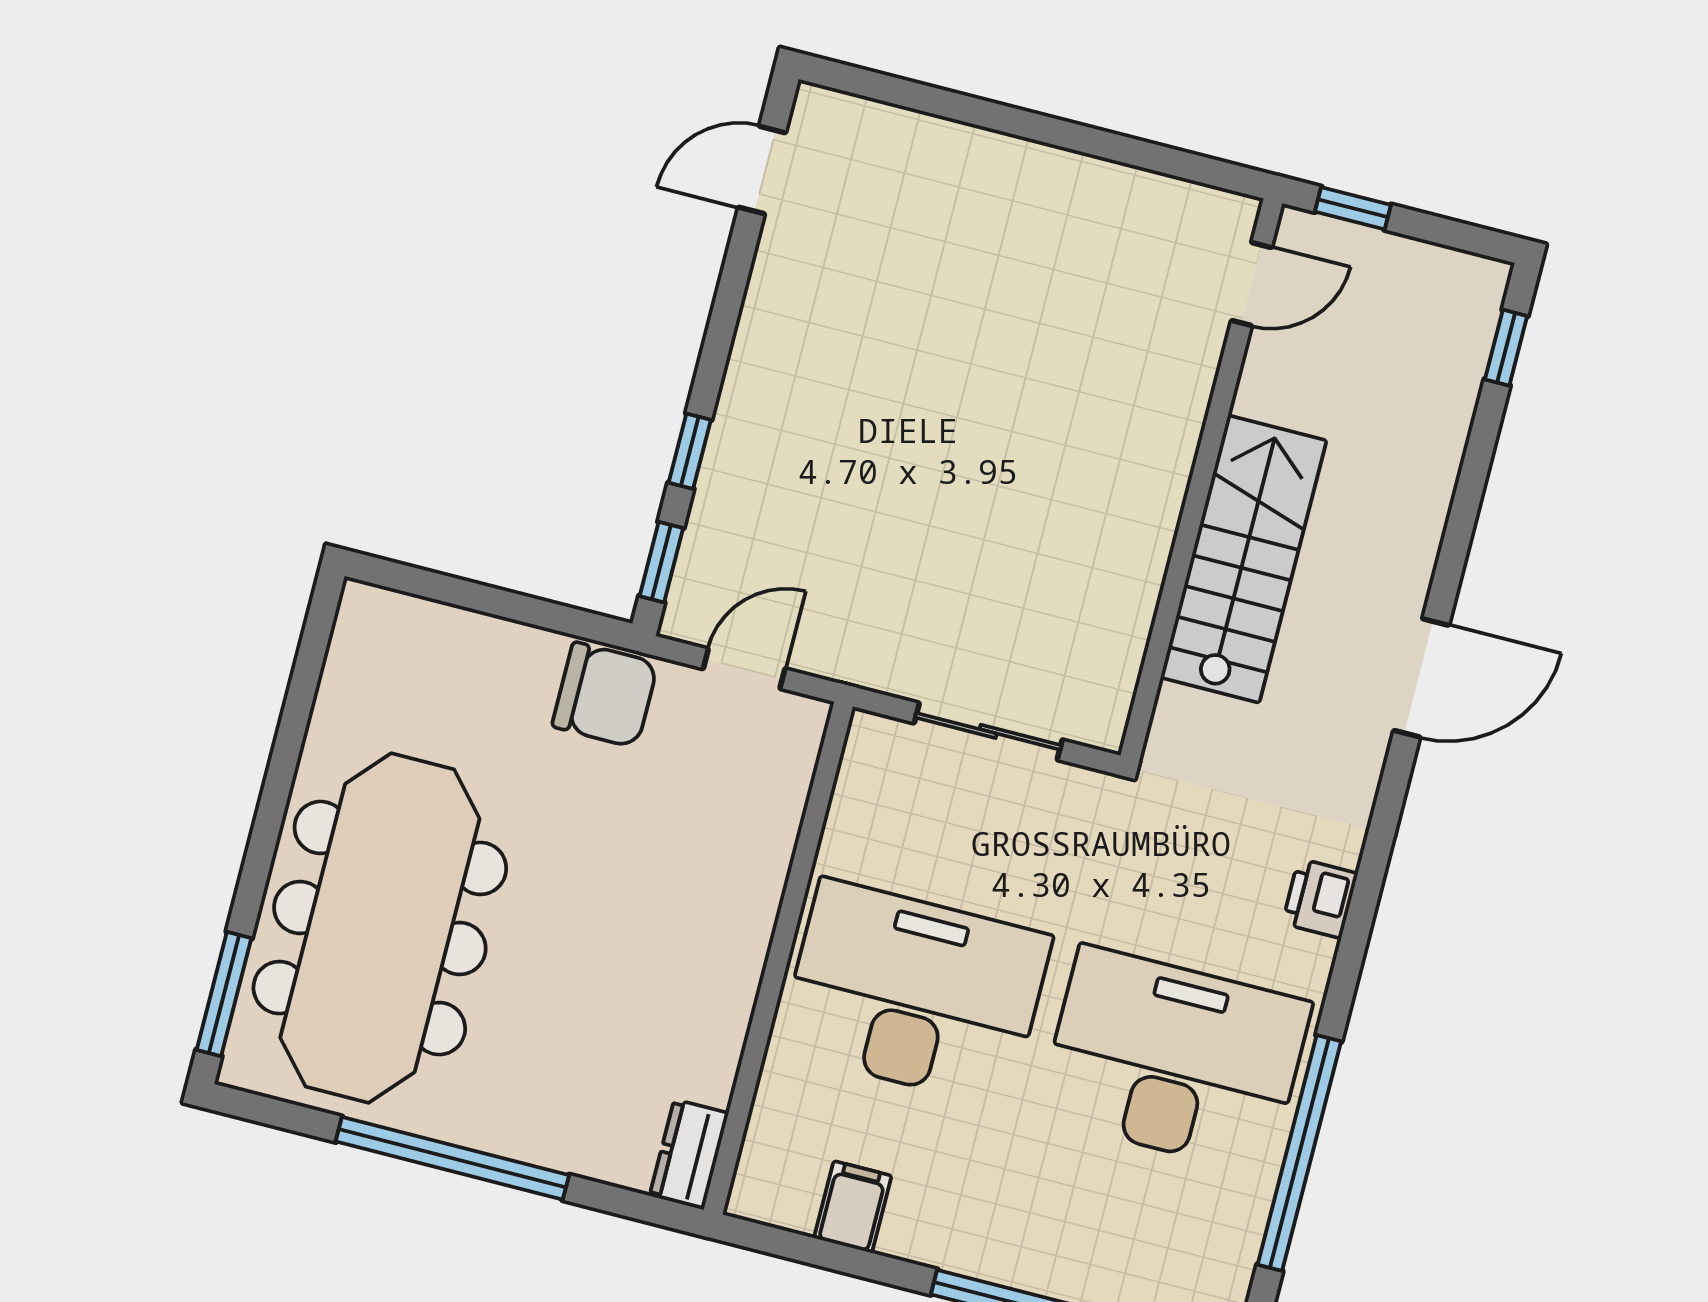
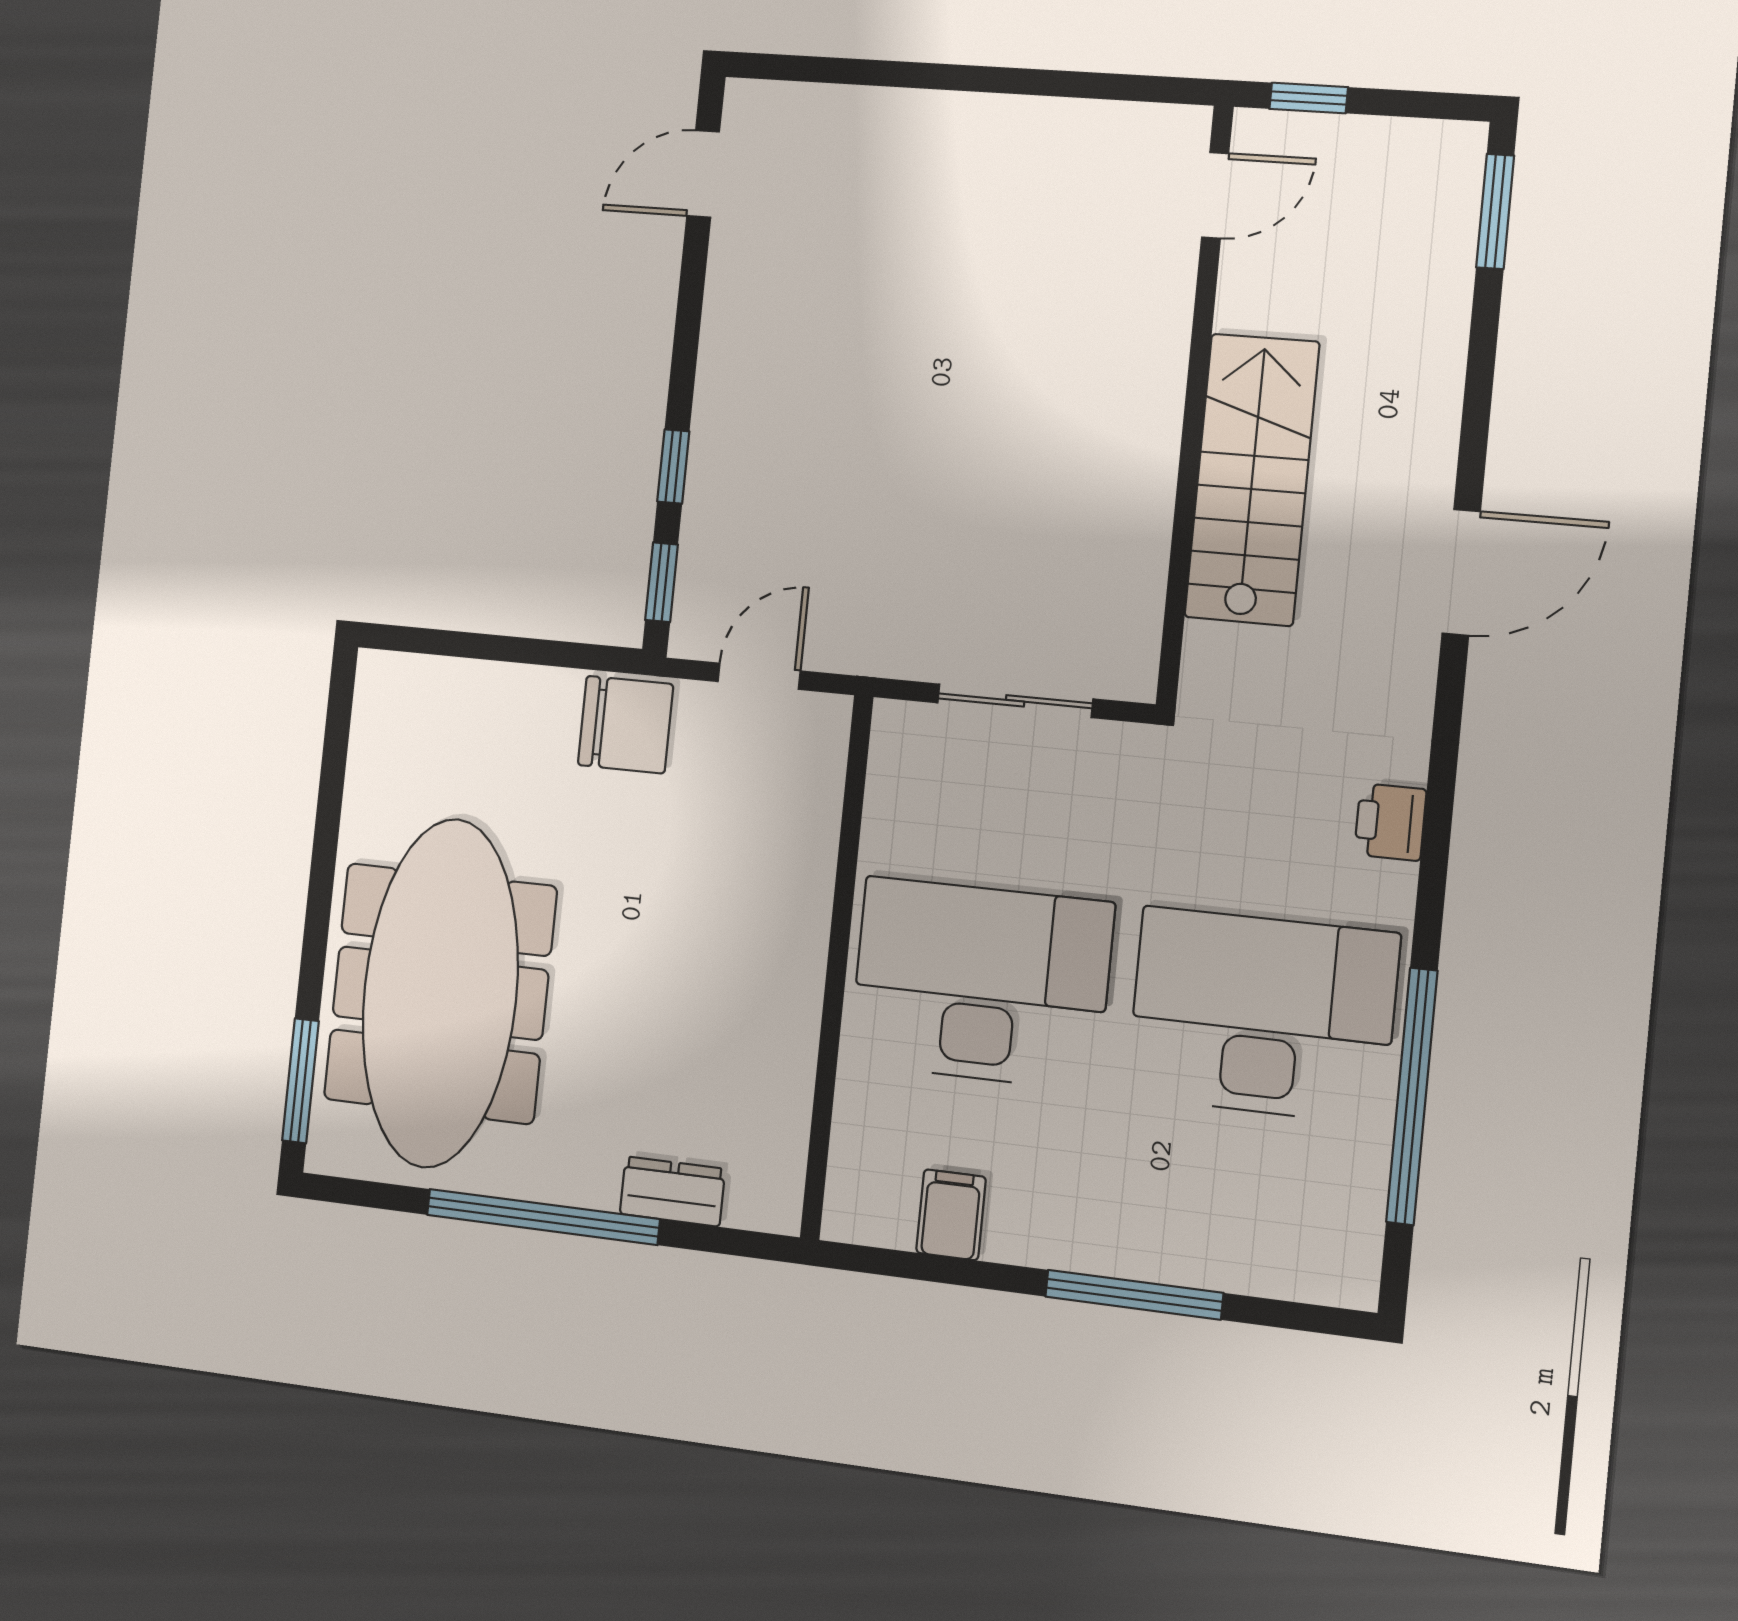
window: (1506, 348) -> (1495, 212), width x1.50
dresser: (689, 1154) -> (672, 1191), moved, turned 90

